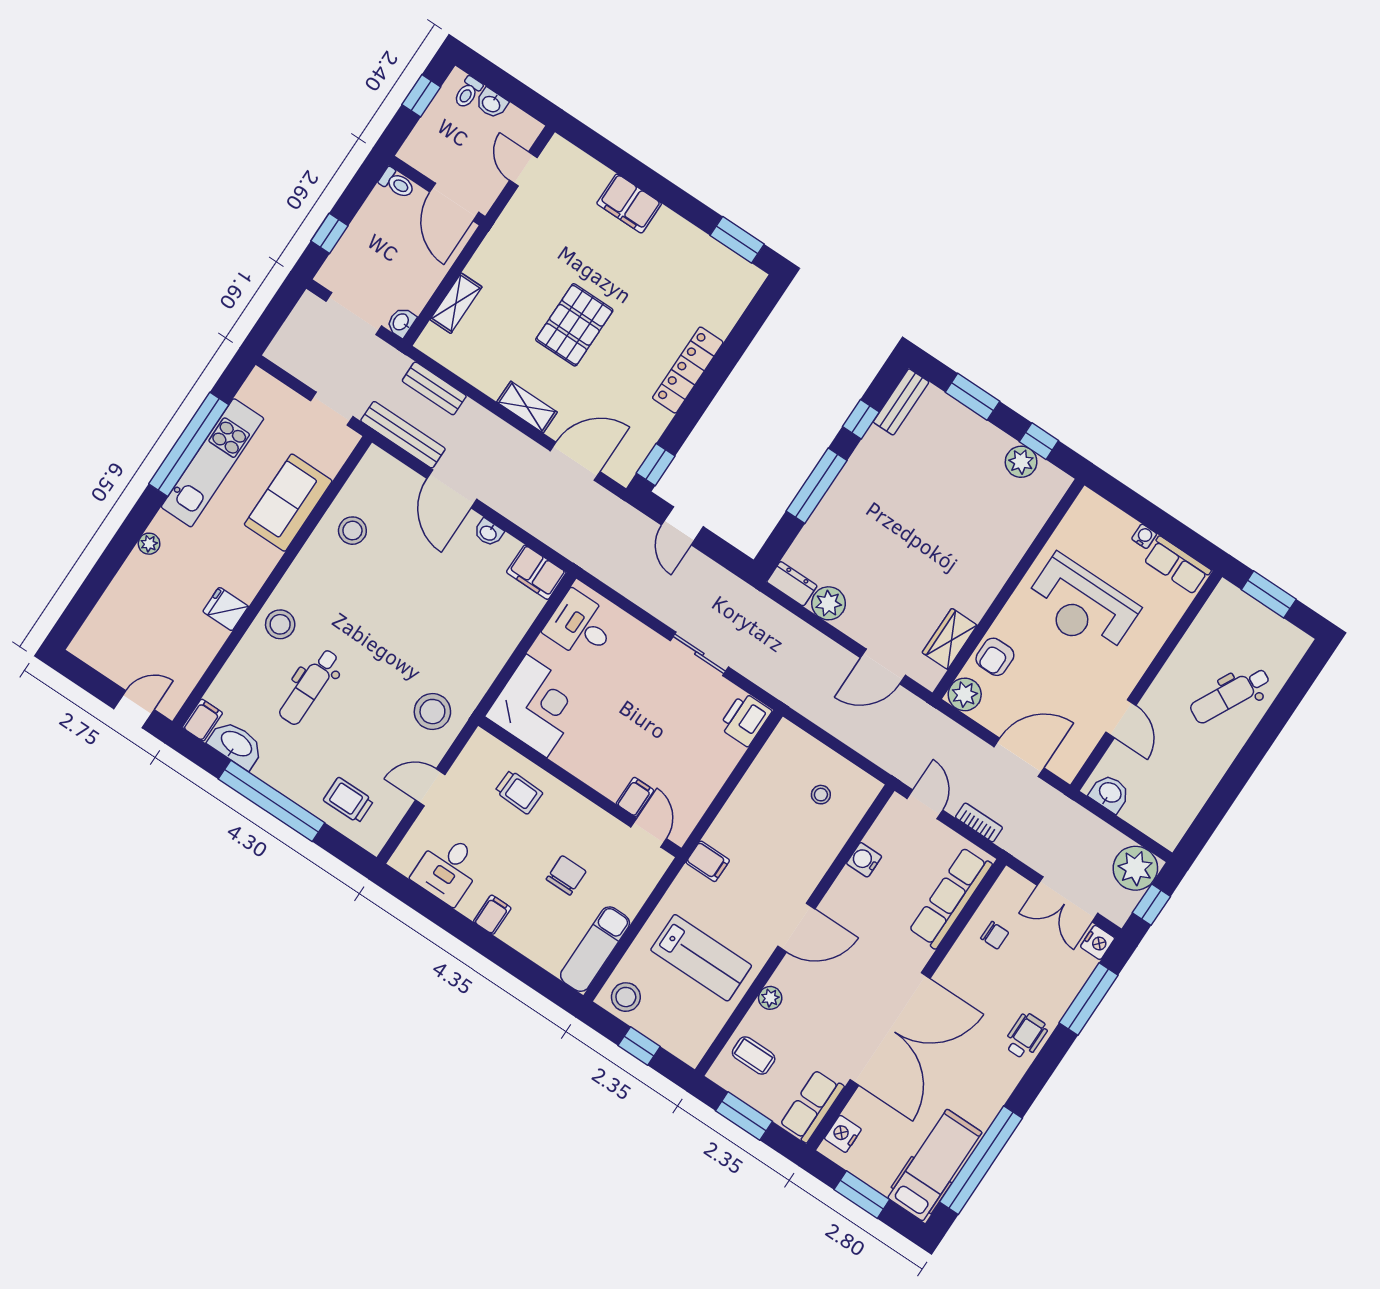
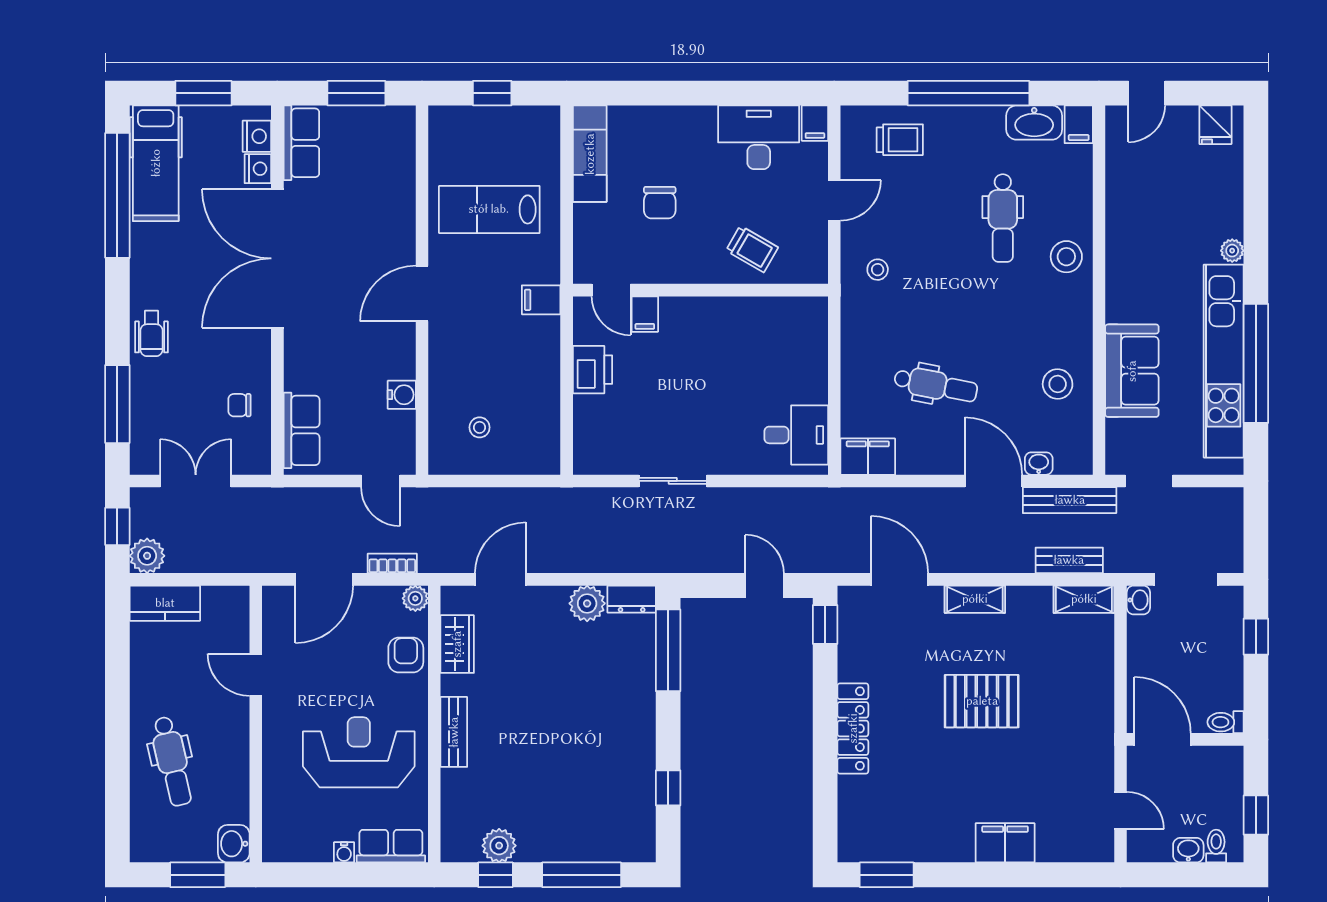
shelving: (456, 303) -> (1084, 599), moved, turned 90
pallet: (574, 325) -> (982, 701), turned 90
window: (972, 397) -> (582, 875), width x1.44
bench: (901, 402) -> (454, 732), moved
door: (575, 461) -> (899, 579), swing flipped
kitchen unit: (212, 463) -> (1224, 361), width x1.36
window: (817, 486) -> (668, 650), moved
washbasin: (489, 533) -> (1039, 464), moved
row of seats: (1177, 565) -> (391, 846), moved
dental chair: (447, 592) -> (936, 385), added
fridge: (226, 609) -> (1215, 125), moved, turned 90
dental chair: (309, 687) -> (1003, 218), turned 180
plant: (965, 694) -> (415, 598), width x0.73, depth x0.73
dental chair: (1230, 695) -> (172, 761), turned 140
corner desk: (537, 706) -> (788, 337), removed
stool: (432, 712) -> (878, 270), width x0.53, depth x0.53
printer: (745, 719) -> (592, 370), moved
trolley: (519, 792) -> (752, 249), turned -152
washbasin: (1110, 793) -> (234, 844), moved, turned 90
kitchen counter: (1154, 821) -> (165, 603), added
bookcase: (979, 822) -> (392, 563), moved, turned 180
plant: (1135, 868) -> (147, 556), width x0.73, depth x0.73
desk: (448, 869) -> (759, 137), width x1.37
row of seats: (951, 898) -> (302, 430), width x0.68
filing cabinet: (492, 915) -> (815, 123), moved
nightstand: (1098, 942) -> (258, 169), moved, turned 180
stool: (626, 997) -> (533, 129), removed
plant: (770, 998) -> (403, 215), removed
coffee table: (754, 1055) -> (384, 153), removed

